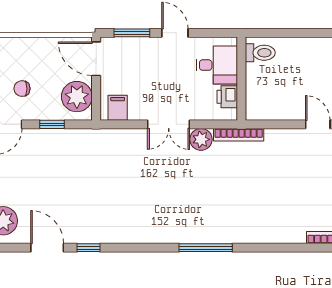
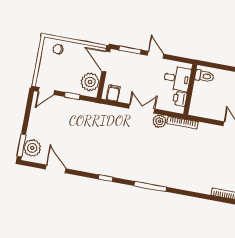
chair: (22, 89) -> (58, 49), moved
double door: (169, 124) -> (142, 109), swing flipped
window: (89, 248) -> (106, 178), moved

